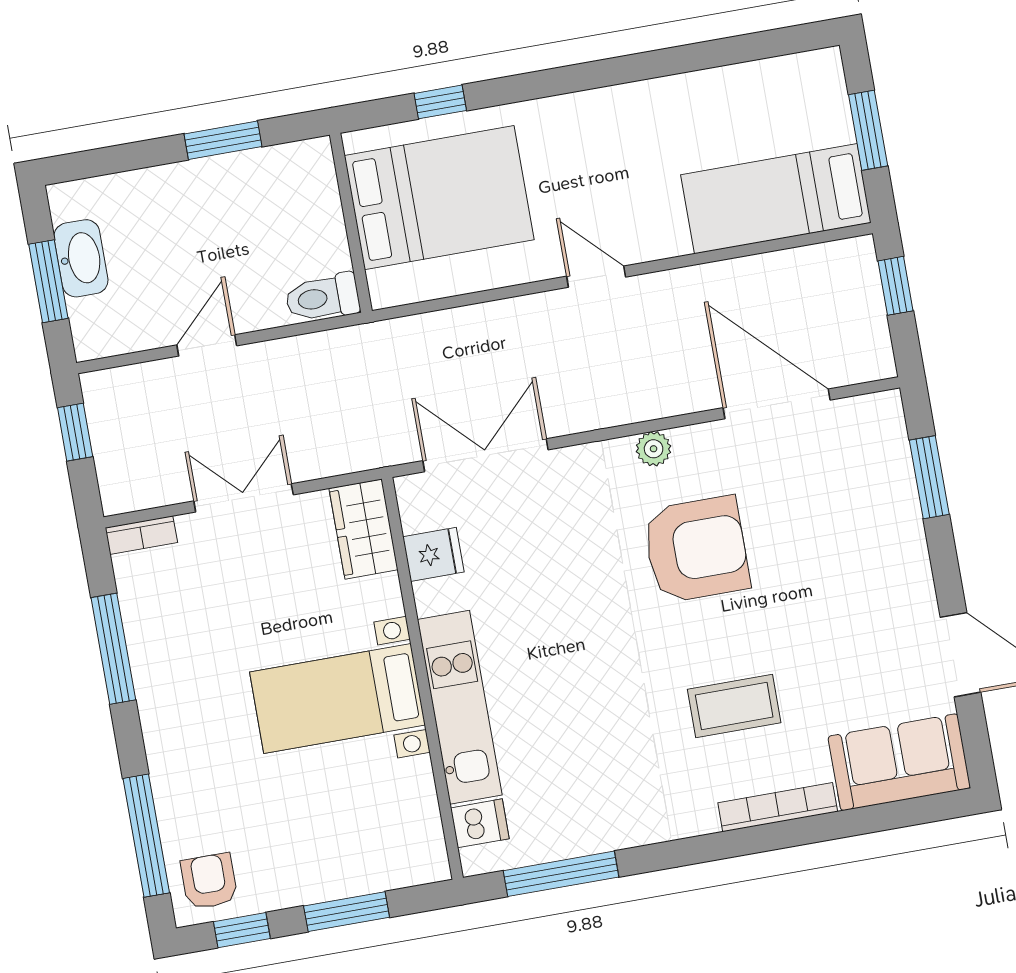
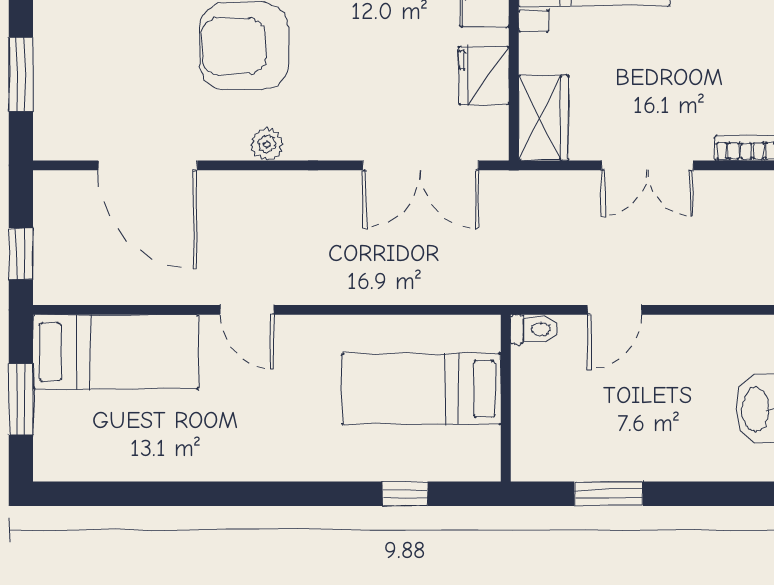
bed: (439, 198) -> (421, 389), width x0.67
door: (596, 277) -> (247, 310), moved
toilet: (322, 298) -> (534, 329), width x0.73, depth x0.72
door: (207, 345) -> (615, 310), moved
fridge: (433, 554) -> (484, 75), width x1.38

